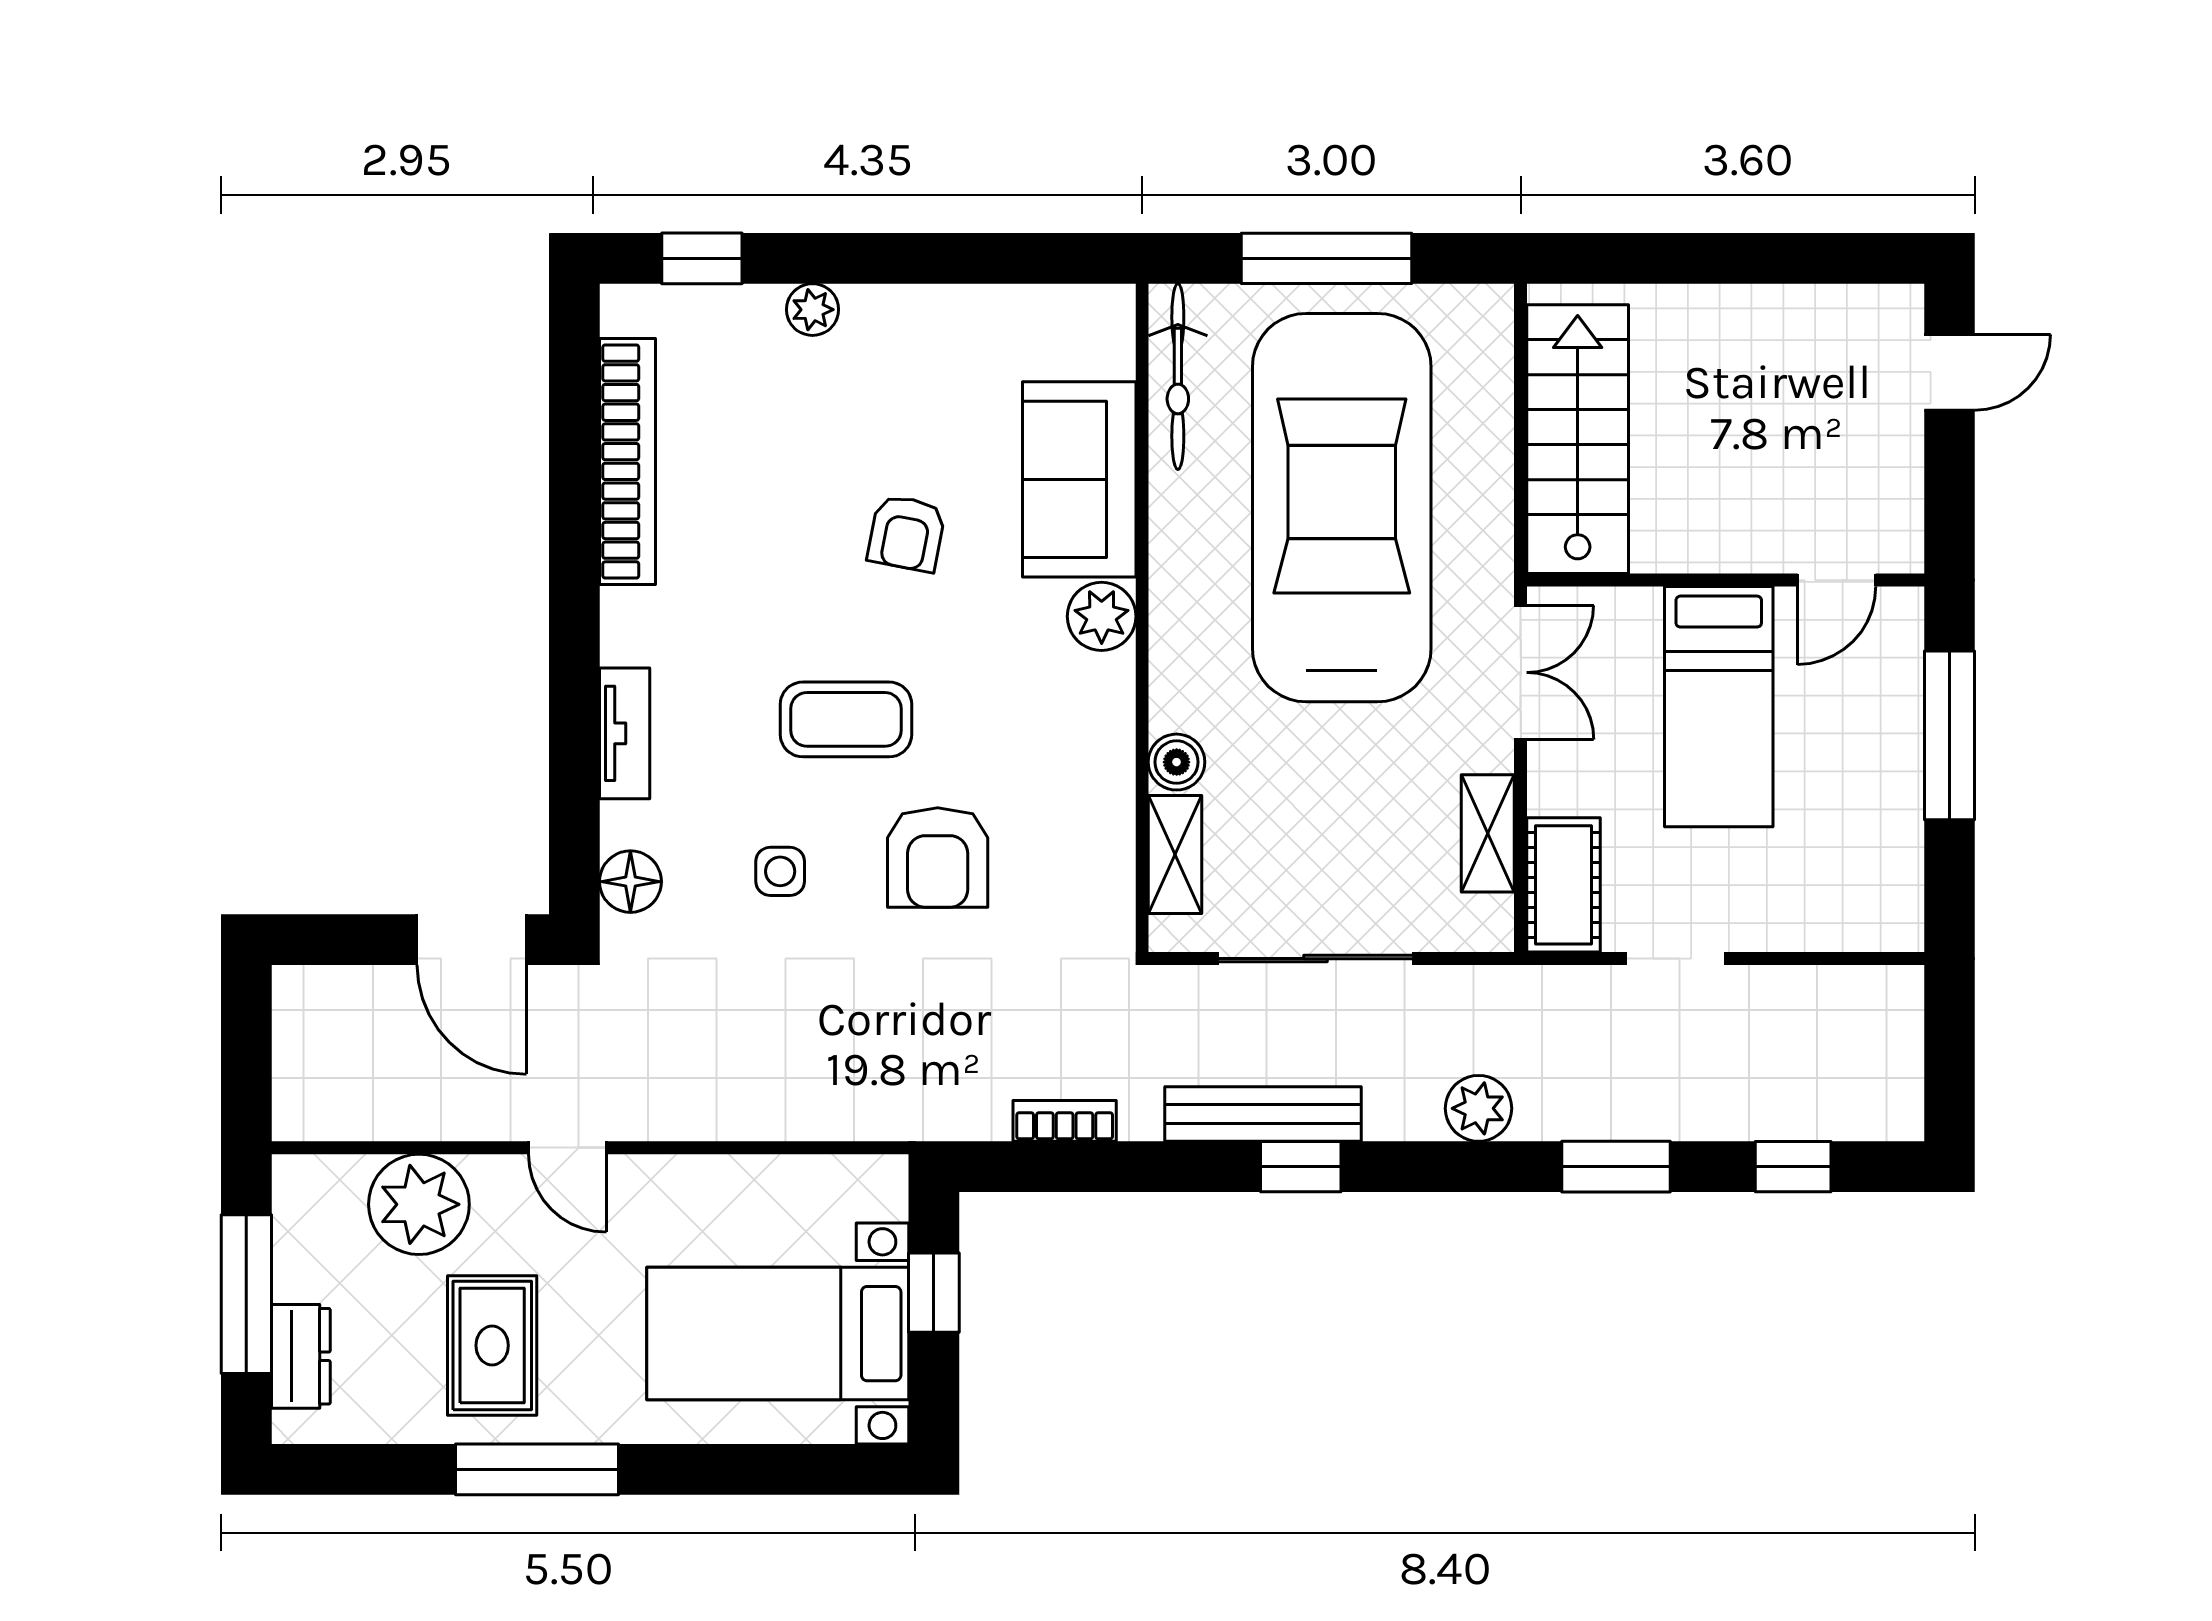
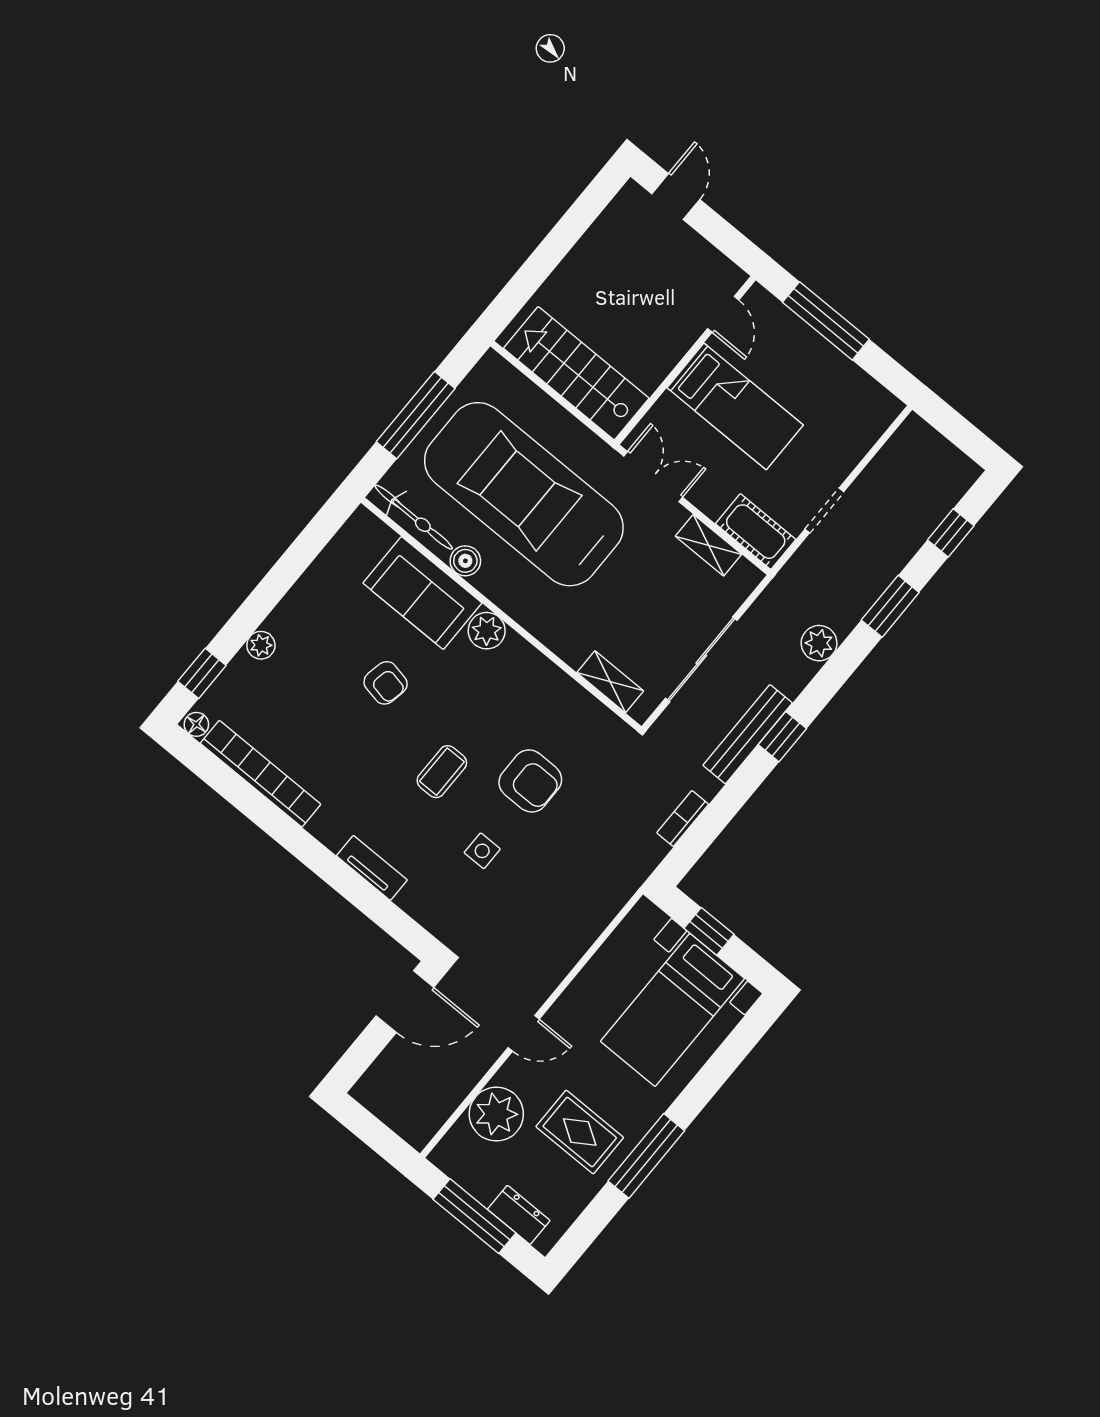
coffee table: (846, 719) -> (442, 772), width x0.73, depth x0.77
boiler: (1177, 762) -> (465, 561), moved
floor lamp: (630, 882) -> (196, 724), moved, width x0.73, depth x0.73

